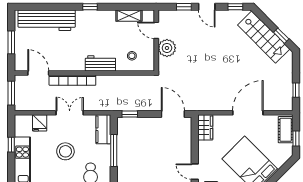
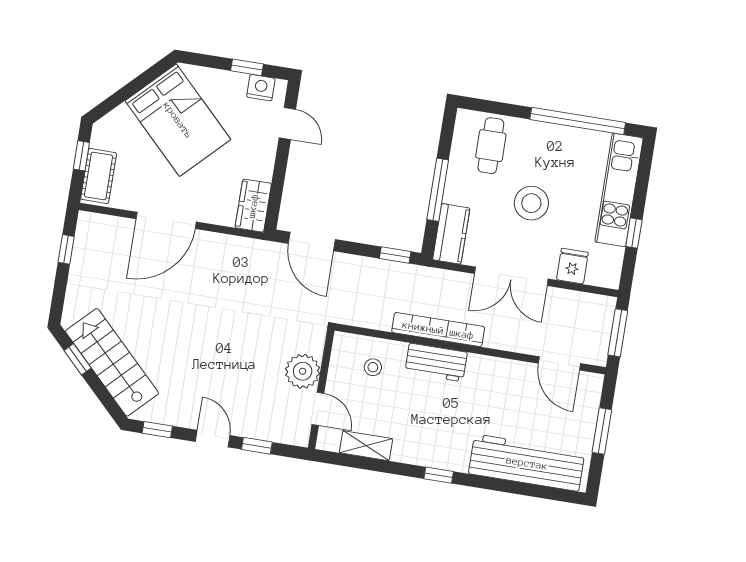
bookcase: (72, 80) -> (438, 330), moved
double door: (70, 113) -> (511, 276), width x1.37

